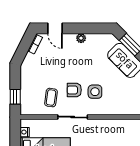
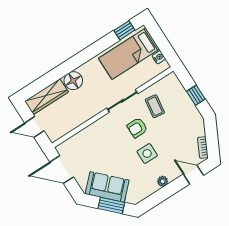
armchair: (74, 90) -> (137, 128), turned 180
side table: (95, 92) -> (147, 153), moved
window: (15, 97) -> (196, 95), moved

